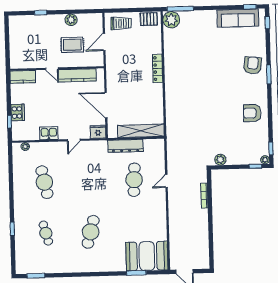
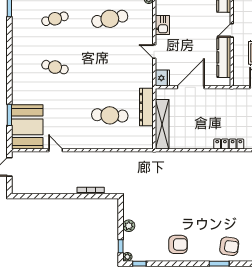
armchair: (252, 113) -> (178, 244), turned 90
plant: (220, 160) -> (129, 226), moved
door: (166, 181) -> (56, 150), moved
cafe table: (91, 232) -> (55, 67), width x0.73, depth x0.74

